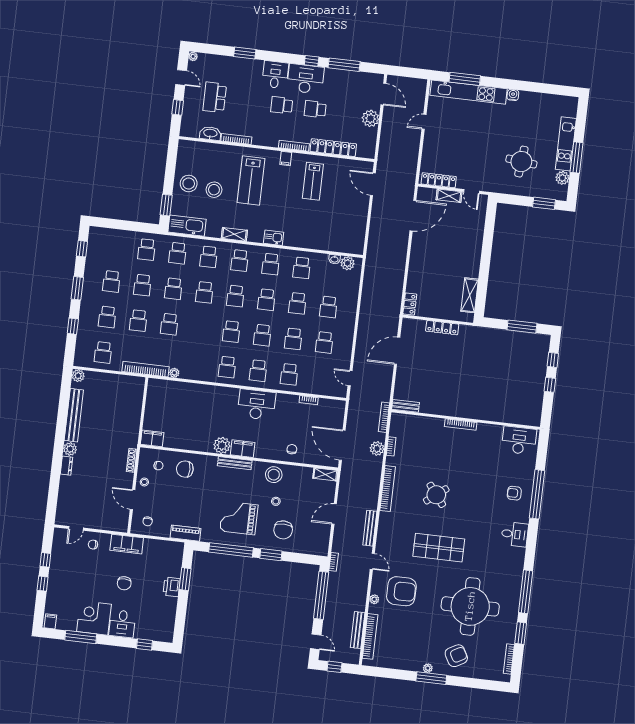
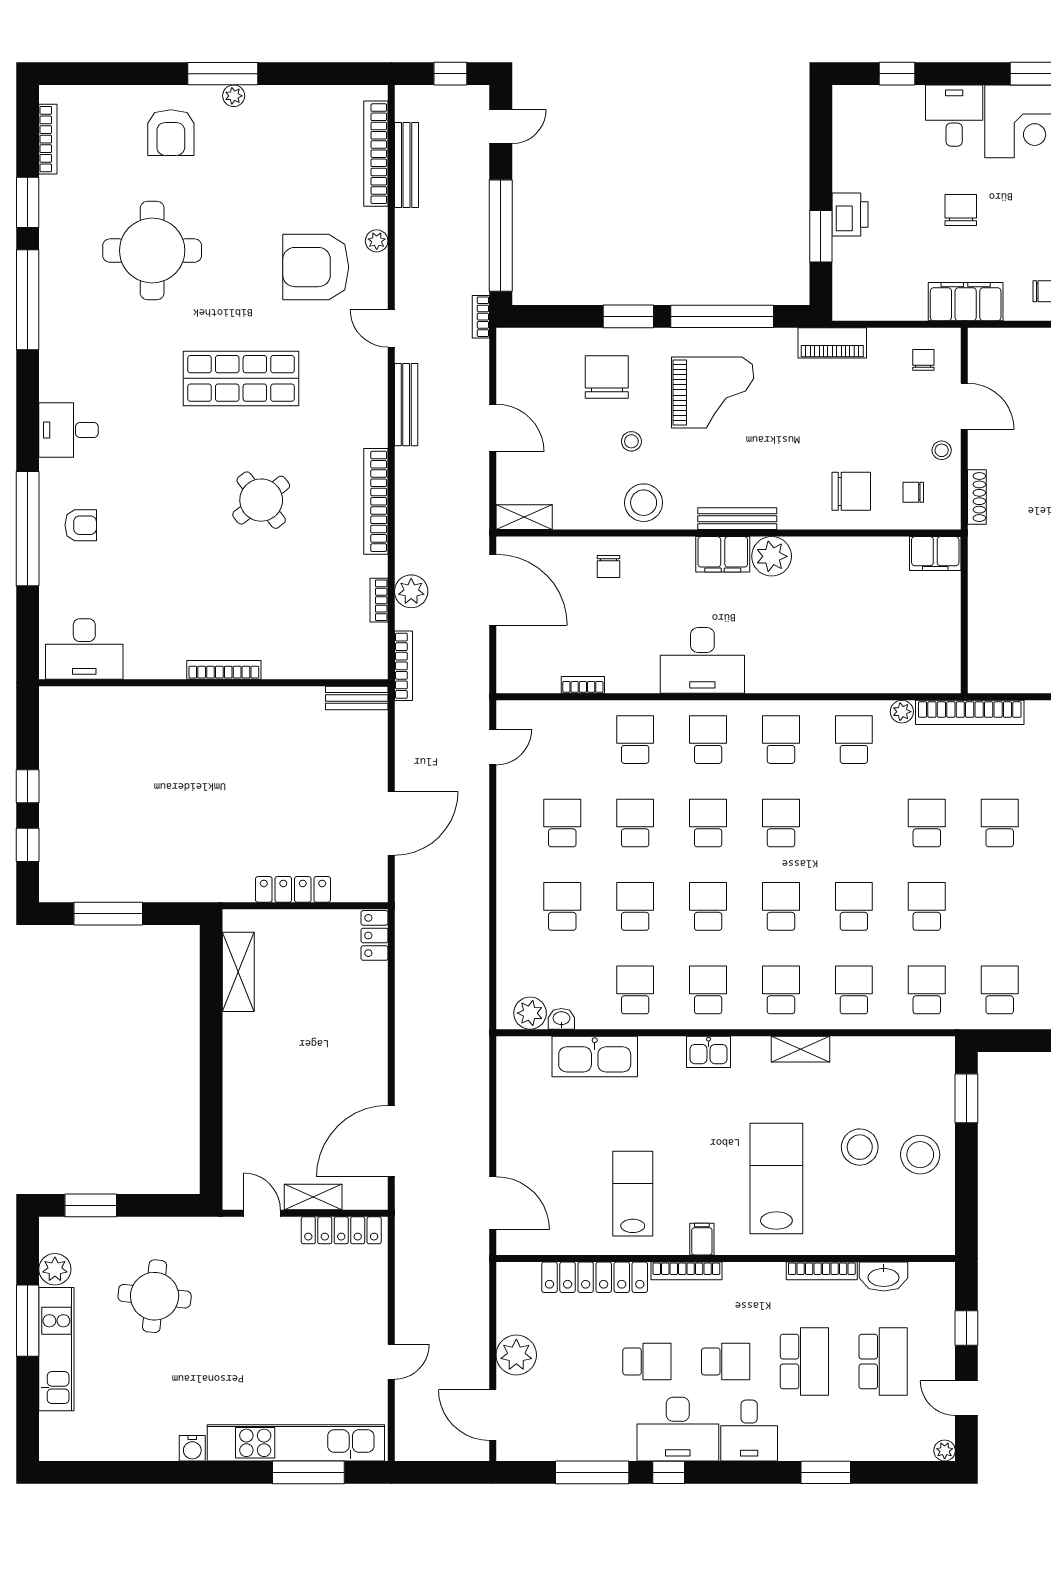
school desk: (248, 101) -> (804, 1361), added
kitchen sink: (187, 226) -> (595, 1057), moved
school desk: (142, 285) -> (854, 740), moved
door: (350, 378) -> (493, 747), hinge flipped
door: (334, 514) -> (493, 428), hinge flipped
round table: (470, 606) -> (152, 251), width x0.73, depth x0.73
door: (316, 642) -> (501, 126), swing flipped
armchair: (456, 656) -> (171, 133), turned -61

